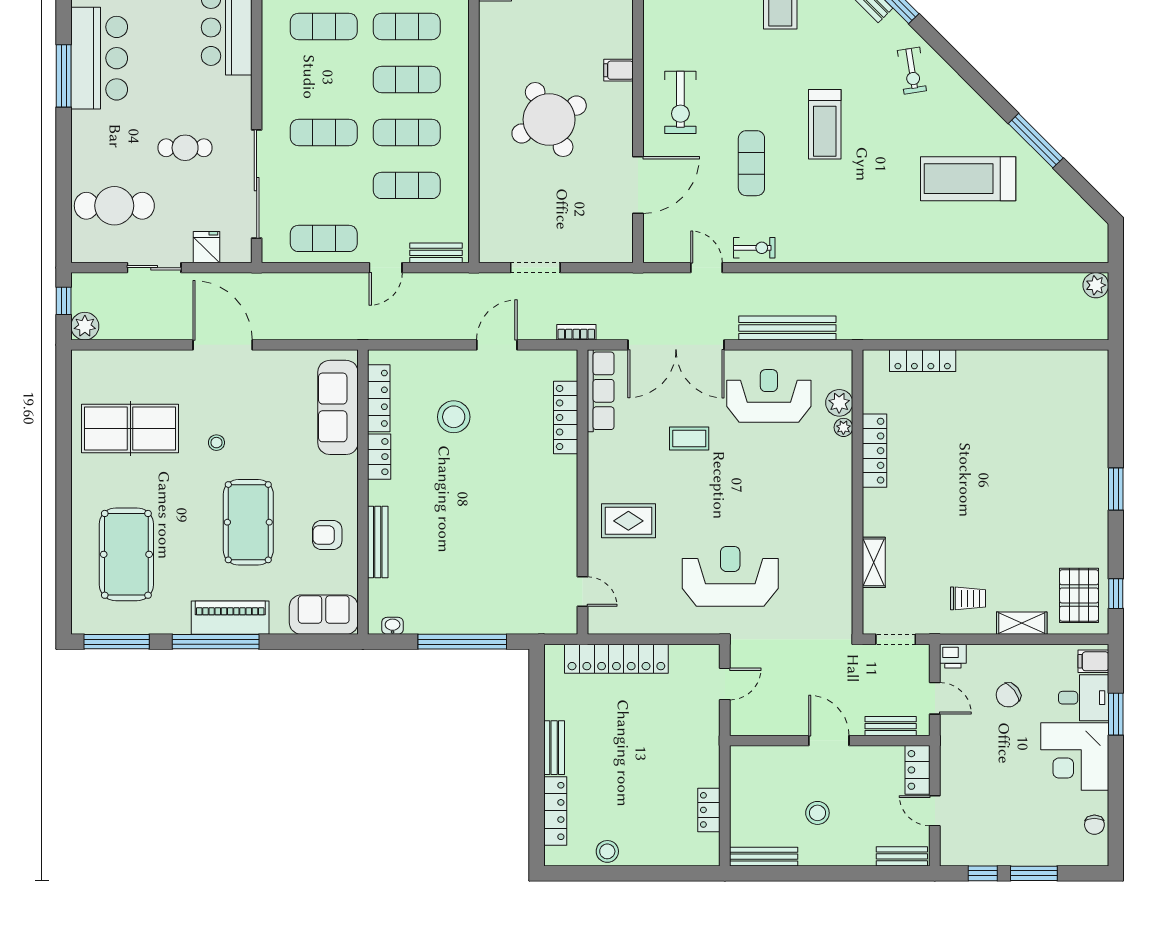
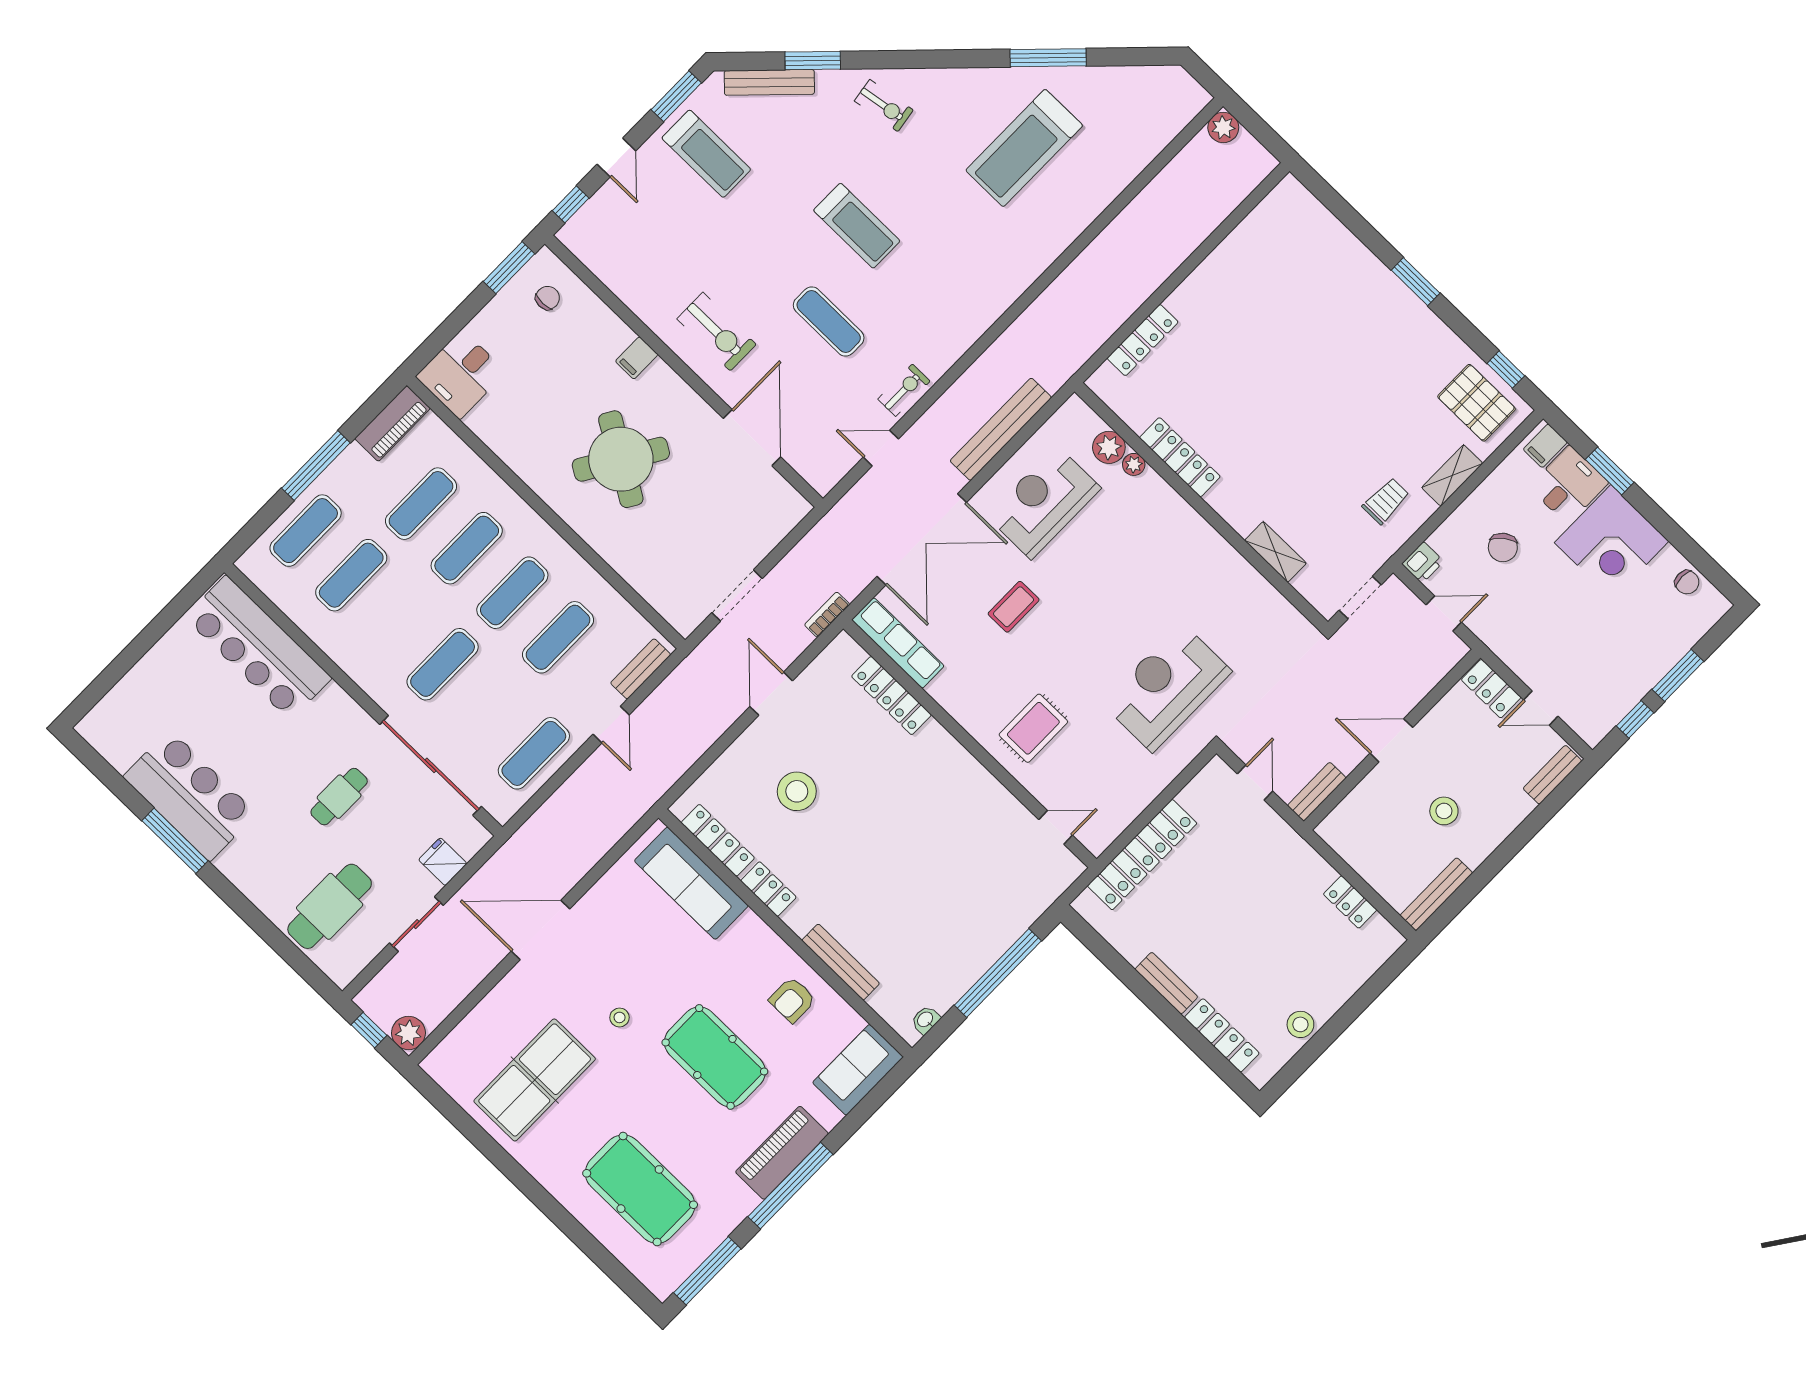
round table: (549, 120) -> (621, 459), turned -32
bench: (891, 726) -> (1317, 792), moved

